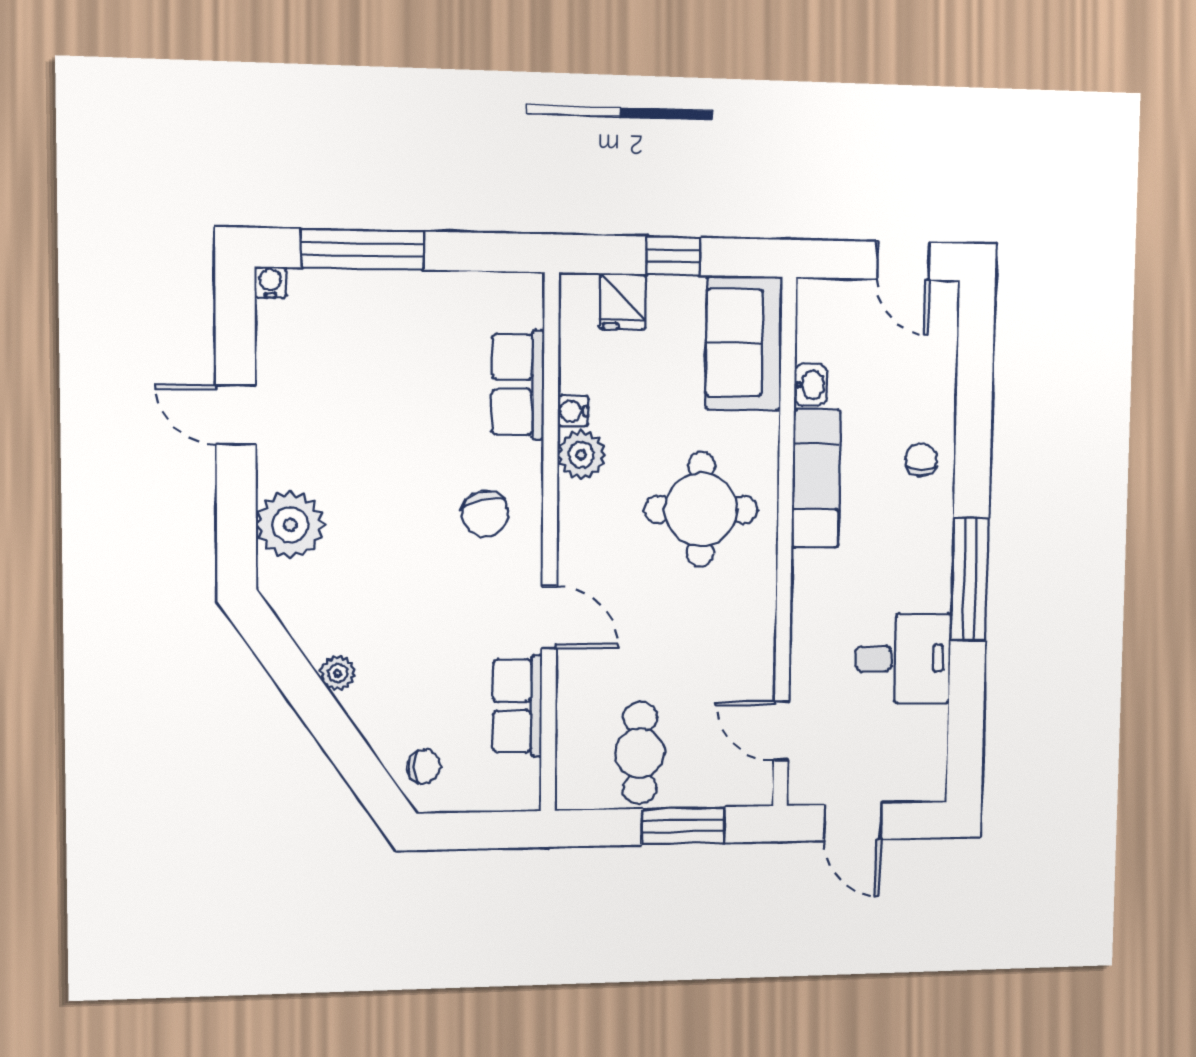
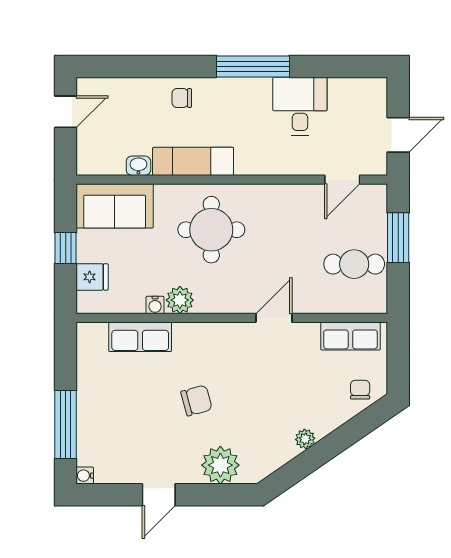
chair: (485, 513) -> (196, 400), moved
row of seats: (517, 706) -> (350, 336), moved

